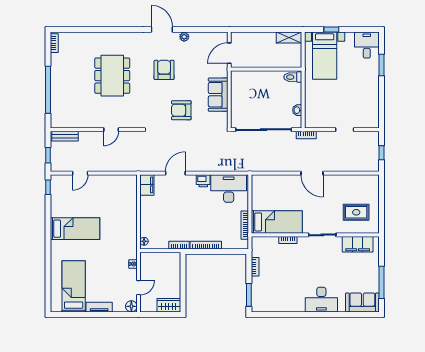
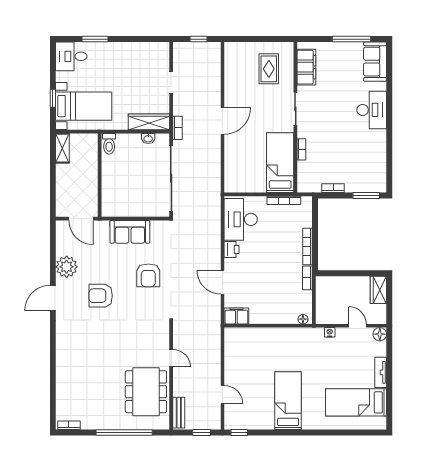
plant: (184, 37) -> (67, 267), width x1.87, depth x1.87
dining table: (112, 76) -> (146, 392), moved, turned 90
wardrobe: (311, 111) -> (149, 122), added

